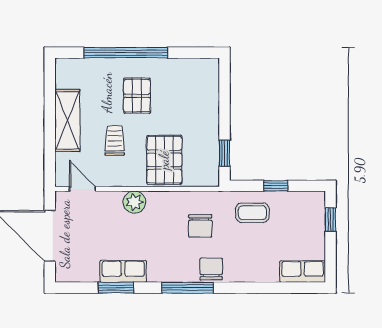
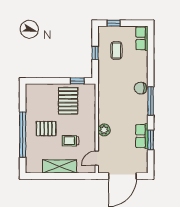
pallet: (164, 160) -> (68, 101), moved, turned 90
coffee table: (252, 213) -> (116, 50), moved
chair: (200, 226) -> (117, 94), removed

